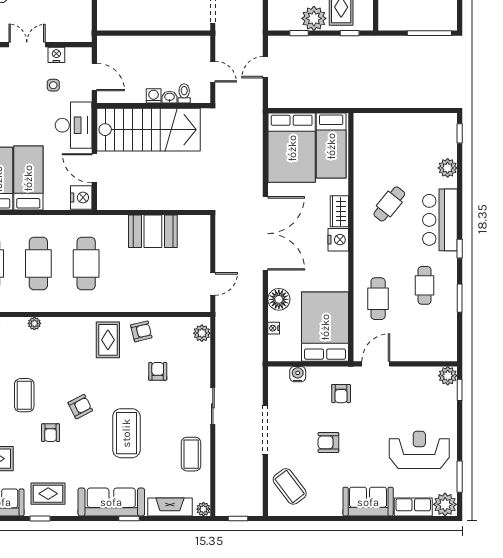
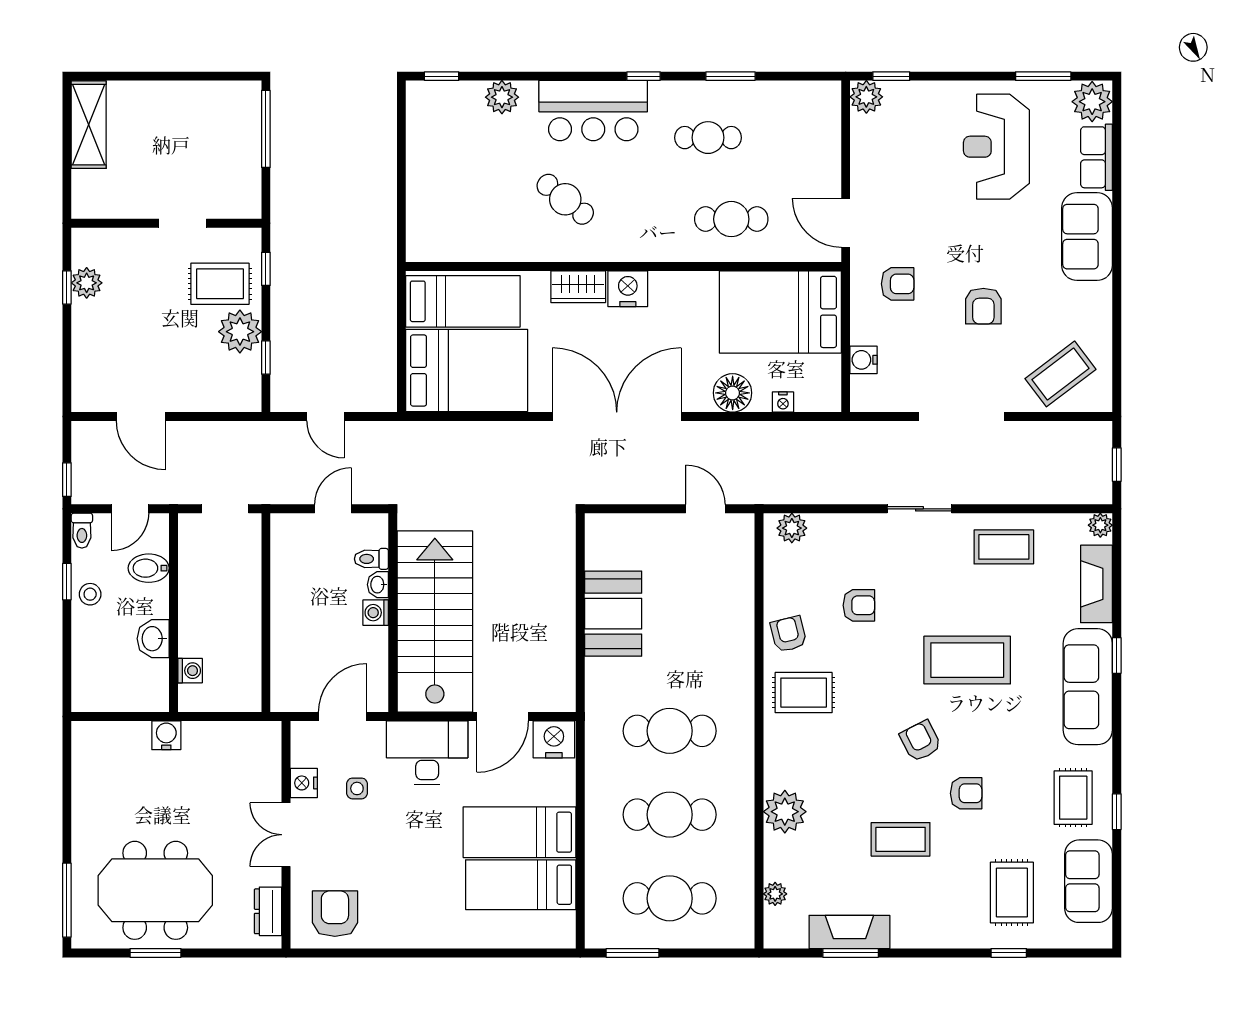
plant: (34, 323) -> (785, 812), width x1.87, depth x1.87
armchair: (158, 371) -> (859, 605), turned 180

